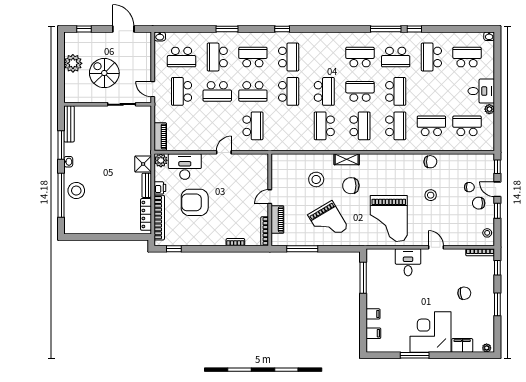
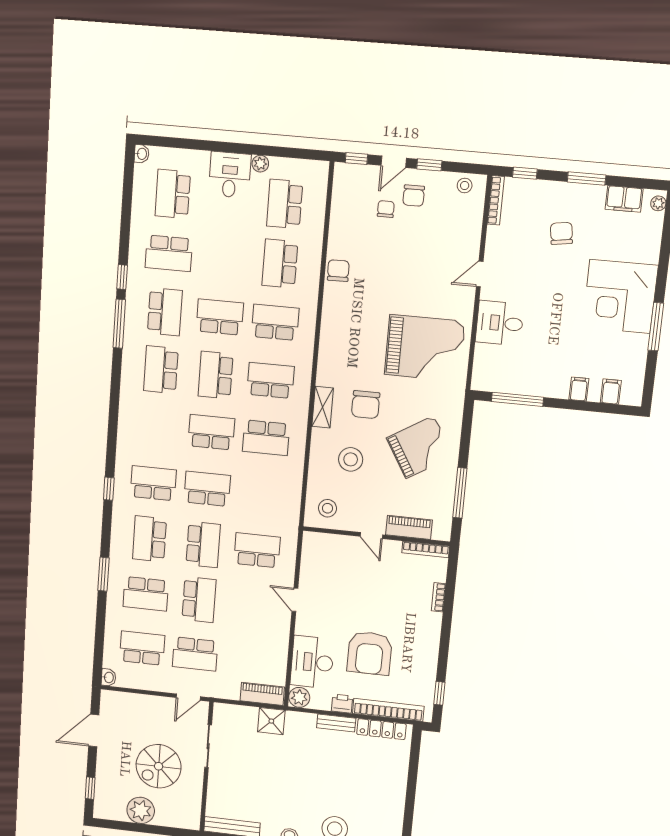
school desk: (182, 57) -> (142, 648), turned -90
shower: (143, 164) -> (271, 721), moved
stool: (431, 195) -> (328, 508), moved
filing cabinet: (462, 345) -> (624, 199), moved, turned -90

